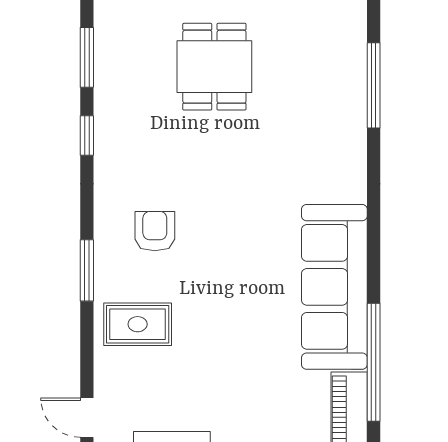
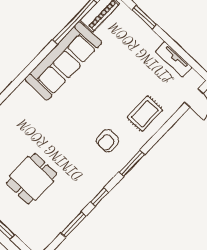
window: (87, 270) -> (132, 163), moved
rug: (138, 324) -> (145, 114), turned 90

